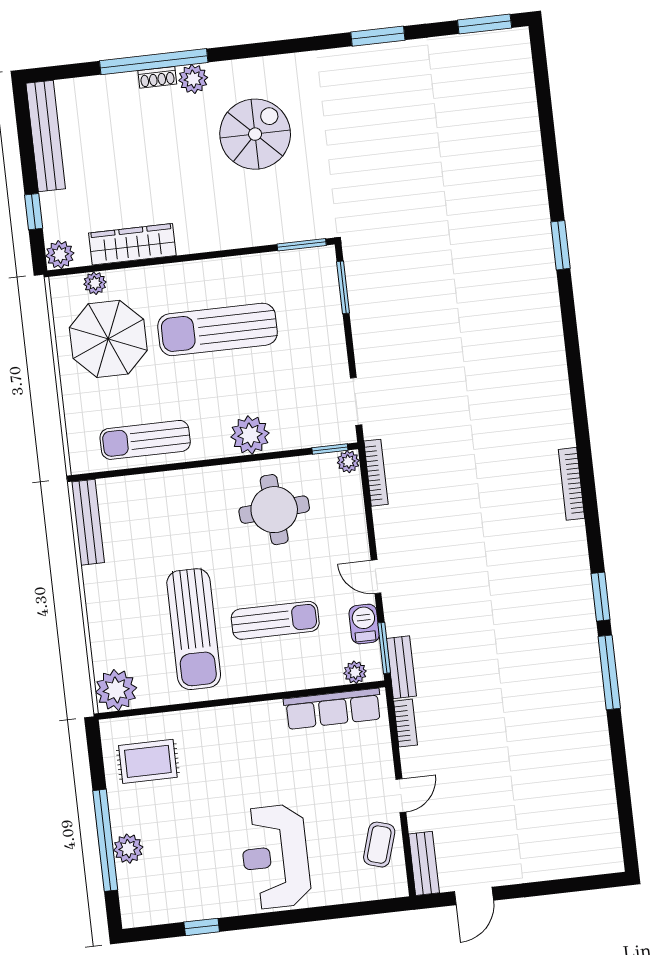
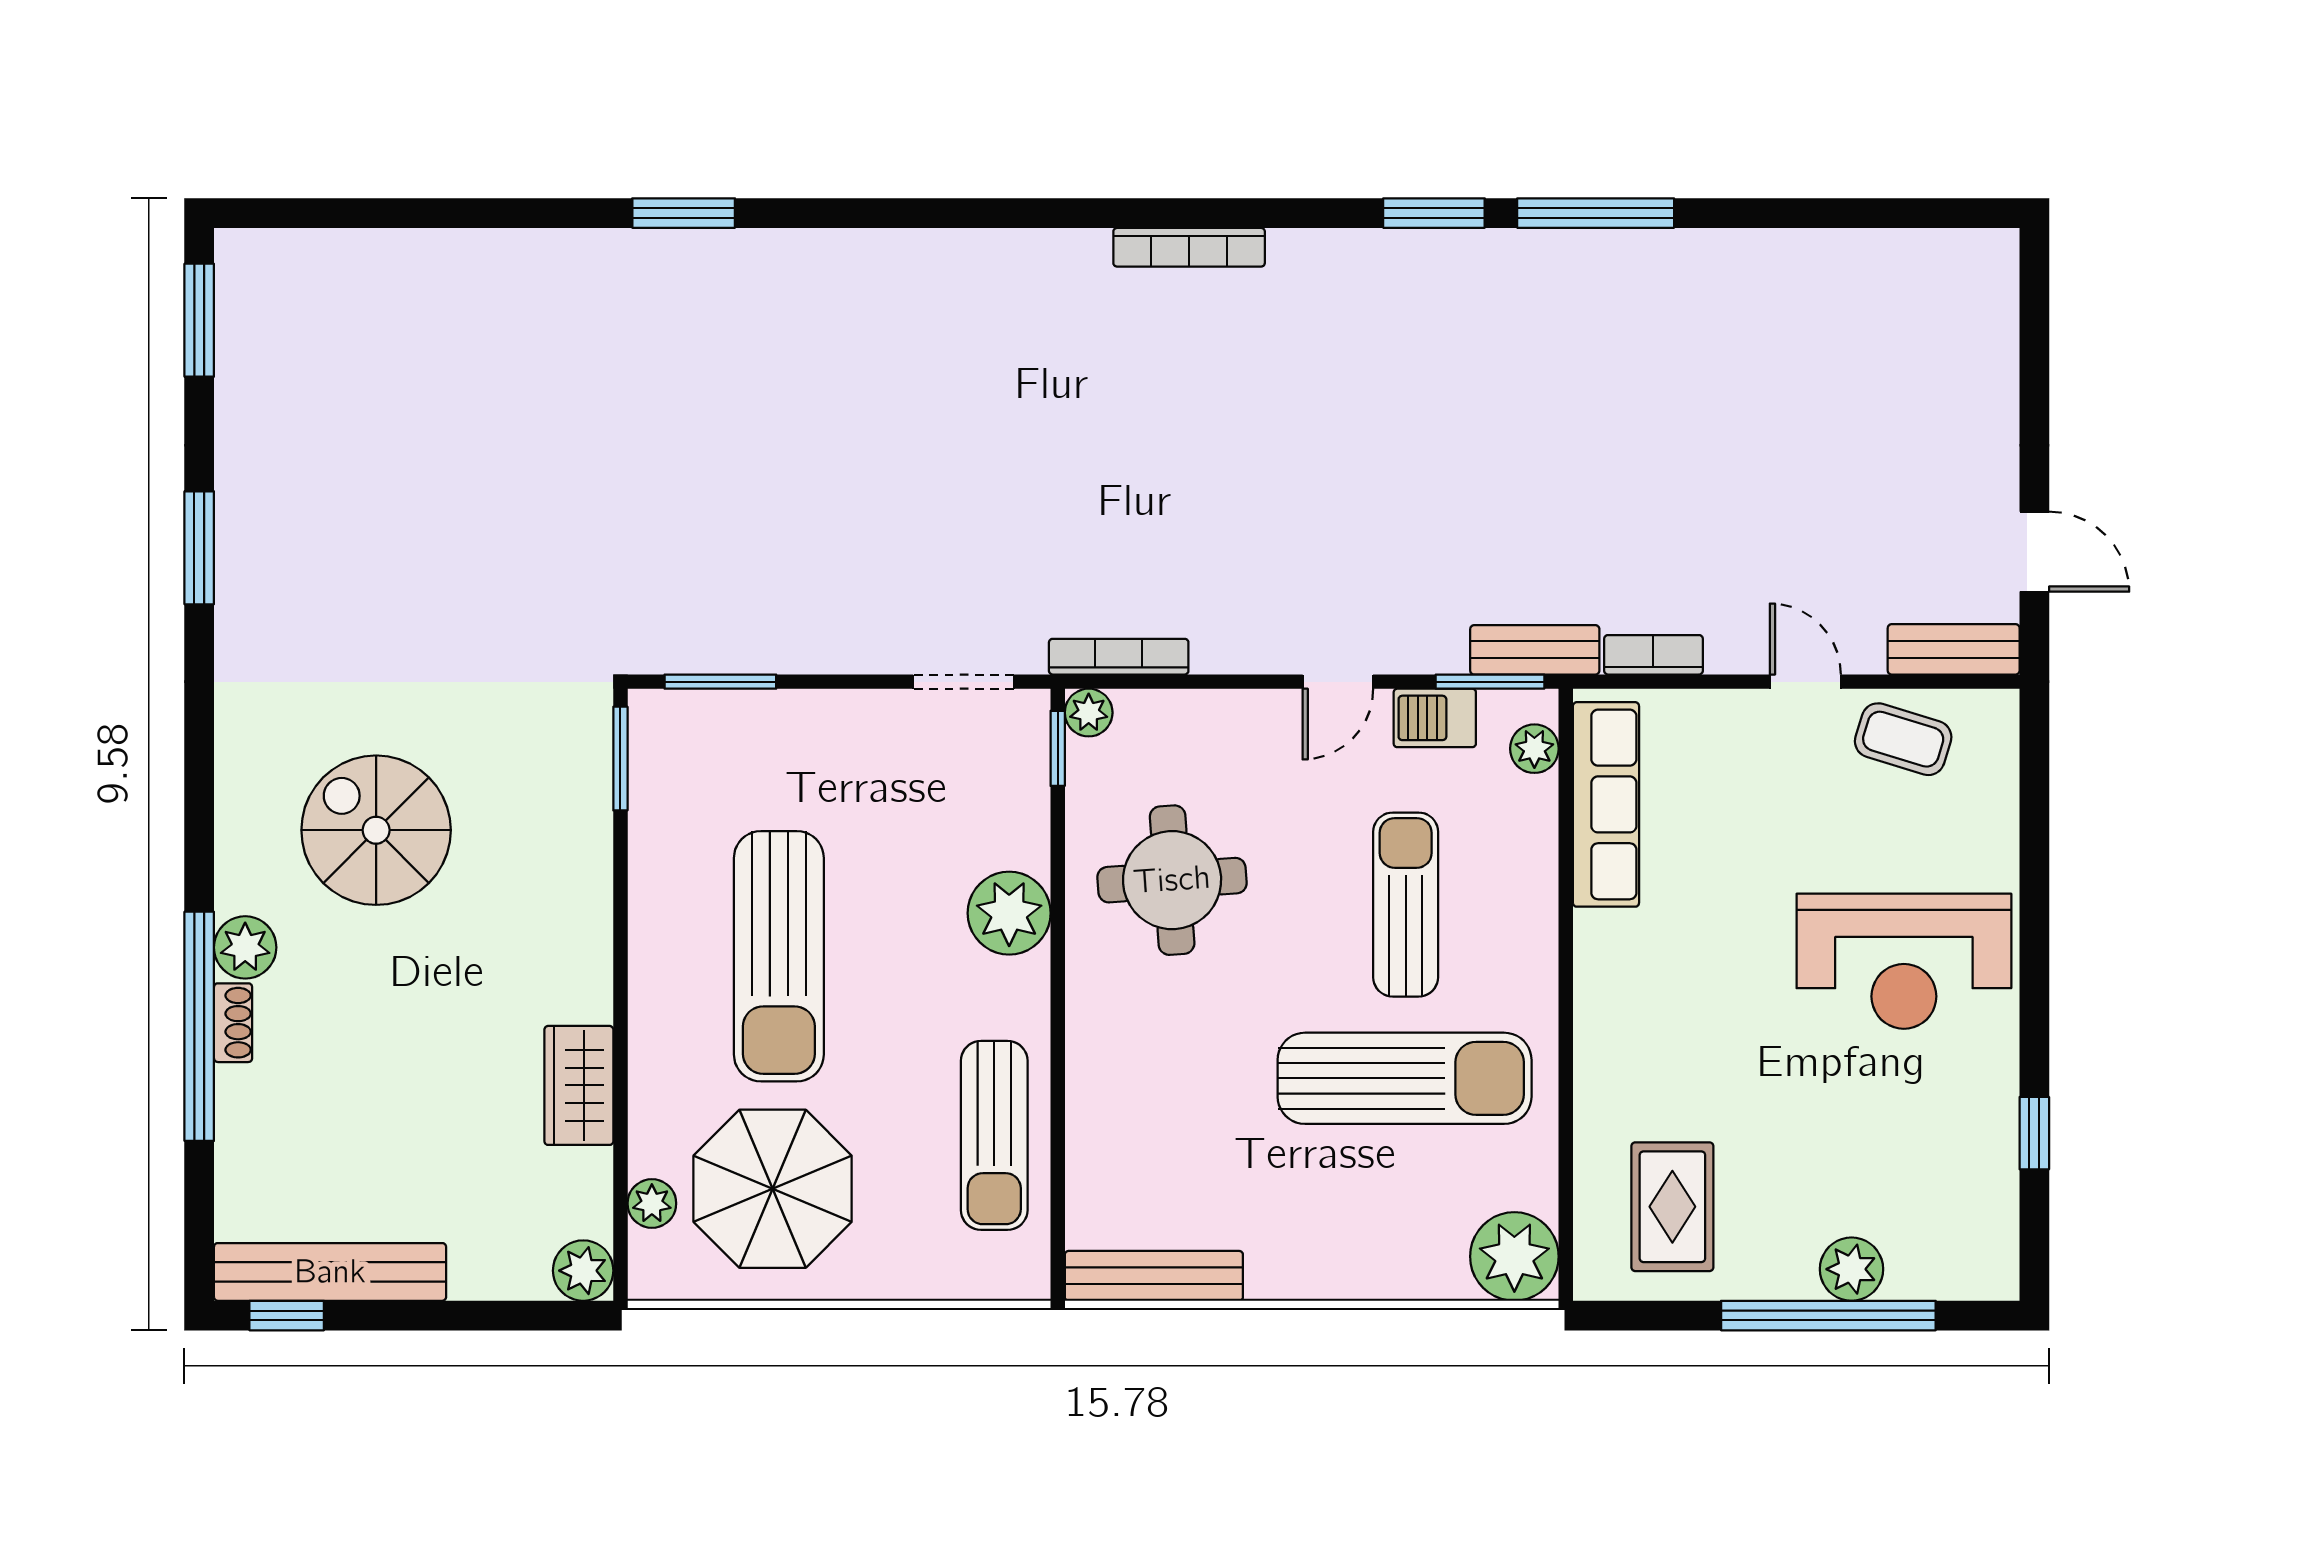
window: (34, 212) -> (287, 1316), moved
wardrobe: (132, 244) -> (579, 1085), width x0.67

